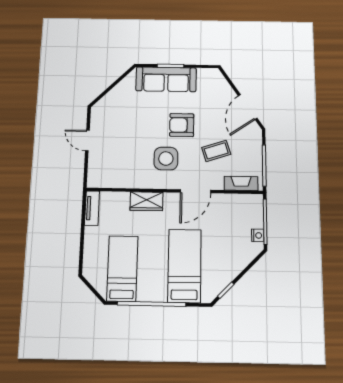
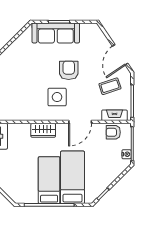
armchair: (182, 125) -> (69, 70), turned 90
coffee table: (216, 151) -> (110, 86), moved
armchair: (240, 206) -> (113, 132), added
bed: (122, 268) -> (49, 180), moved

